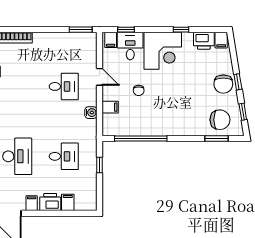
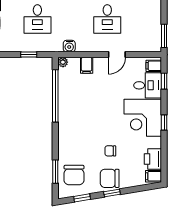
window: (181, 30) -> (164, 122), moved
chair: (139, 90) -> (110, 151), moved
water cooler: (91, 113) -> (69, 46), moved
plant: (107, 131) -> (63, 62), added

